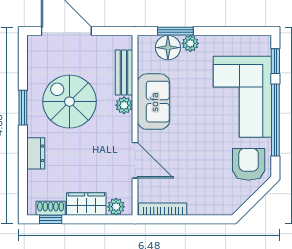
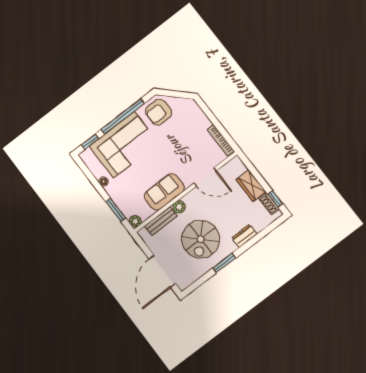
plant: (190, 43) -> (135, 221), moved
floor lamp: (168, 48) -> (104, 182), moved, width x0.53, depth x0.53
door: (135, 160) -> (205, 177), swing flipped
plant: (116, 207) -> (239, 168), removed

